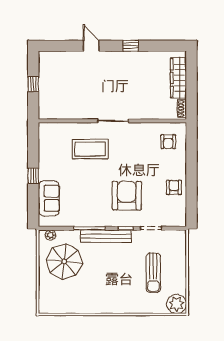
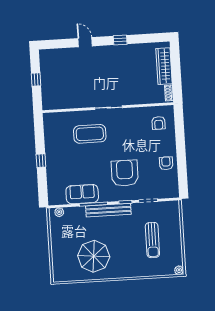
sofa: (49, 198) -> (82, 194), moved, turned -90
parasol: (64, 262) -> (94, 256), moved
plant: (177, 304) -> (179, 270), width x0.53, depth x0.53

